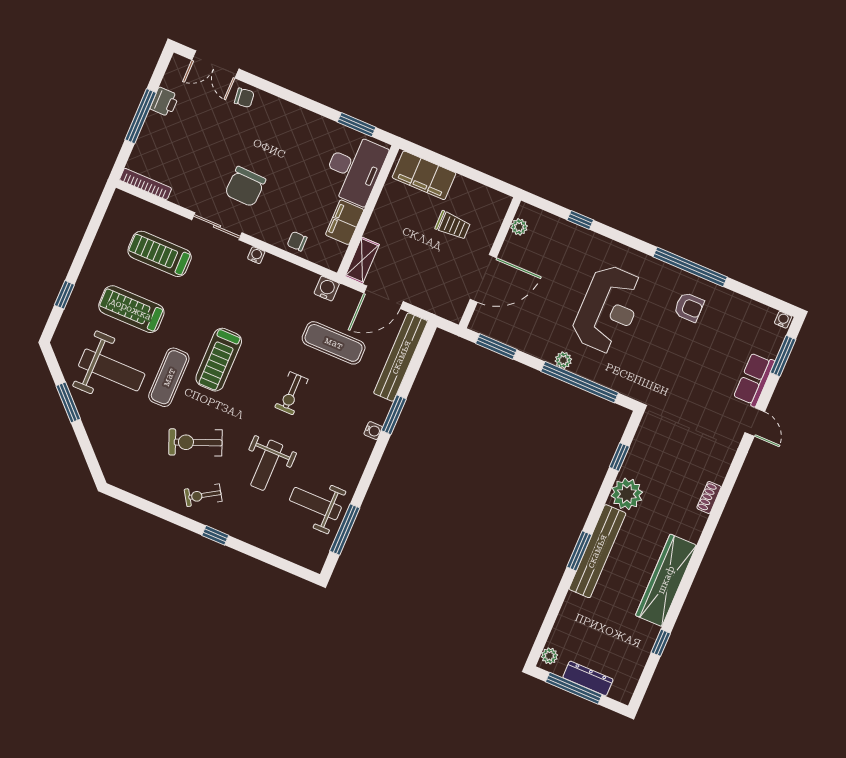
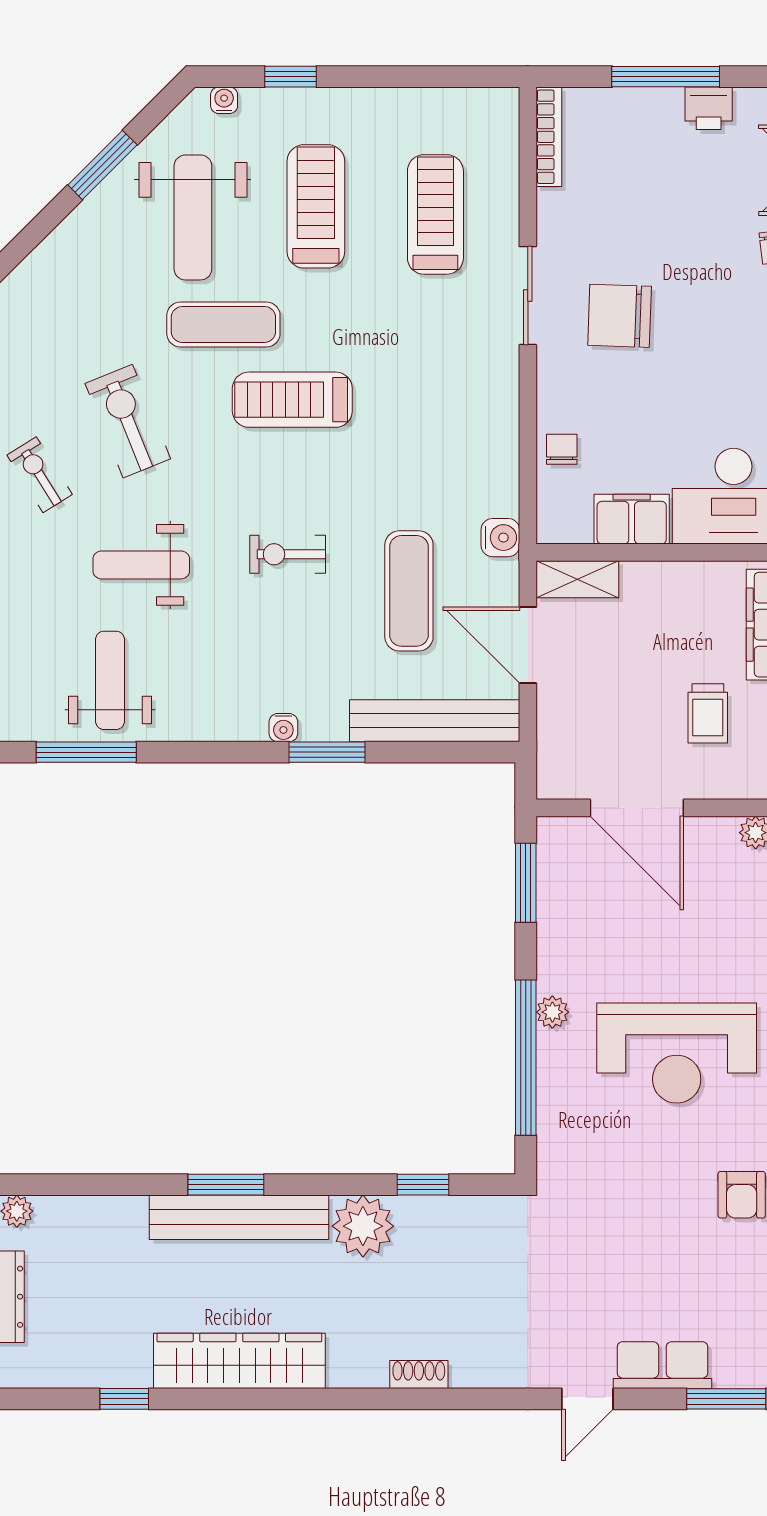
water cooler: (256, 255) -> (224, 100), moved, turned -90

